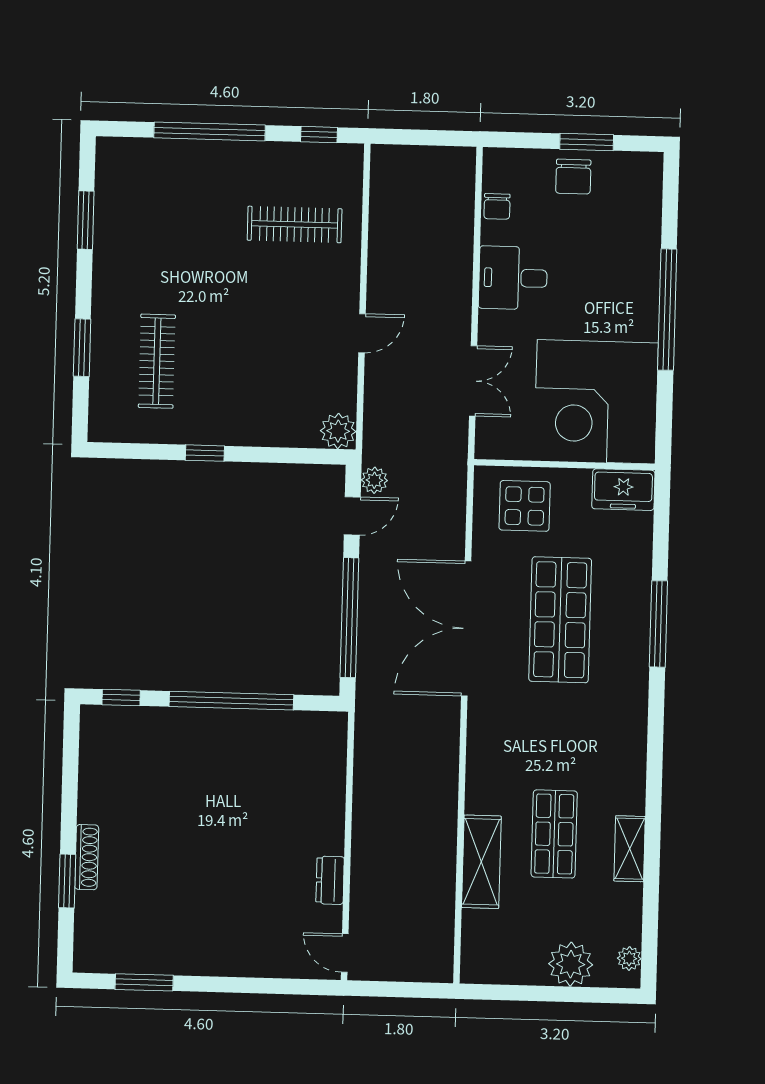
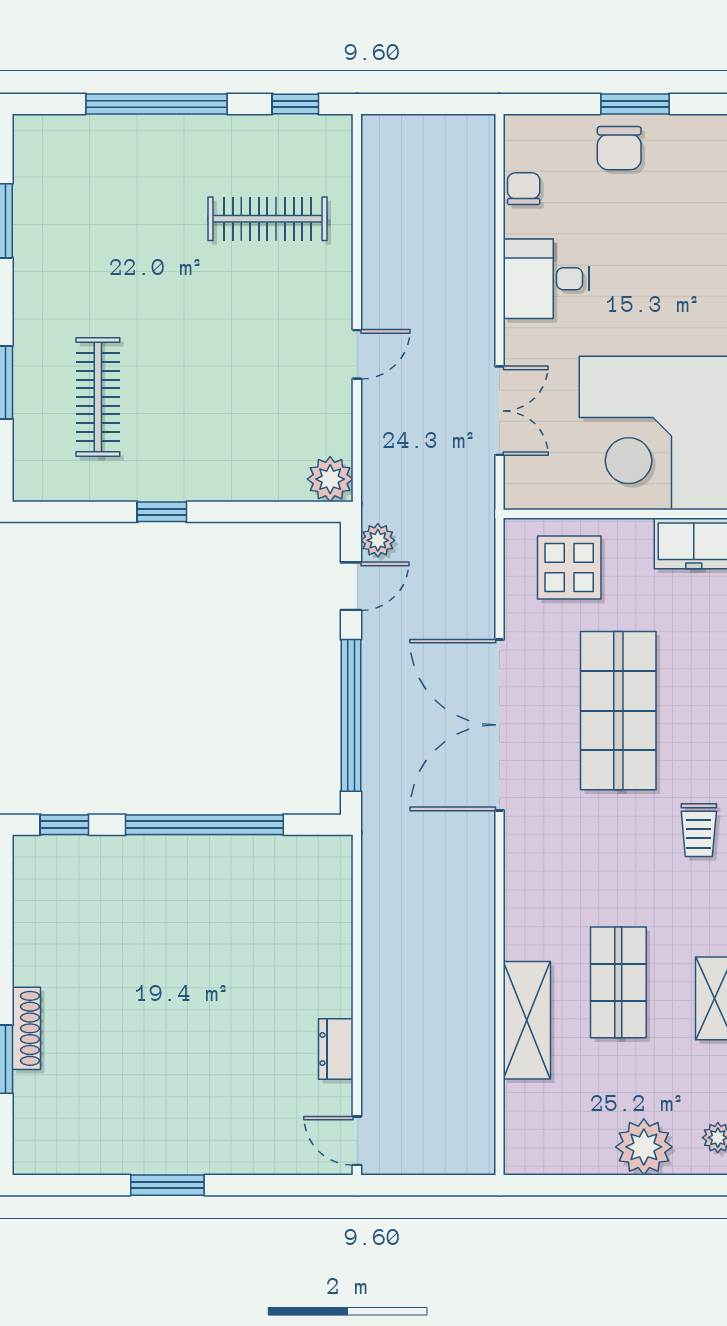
chair: (497, 206) -> (524, 189), turned 180
trolley: (621, 716) -> (699, 830), added
window: (144, 982) -> (167, 1185), moved

